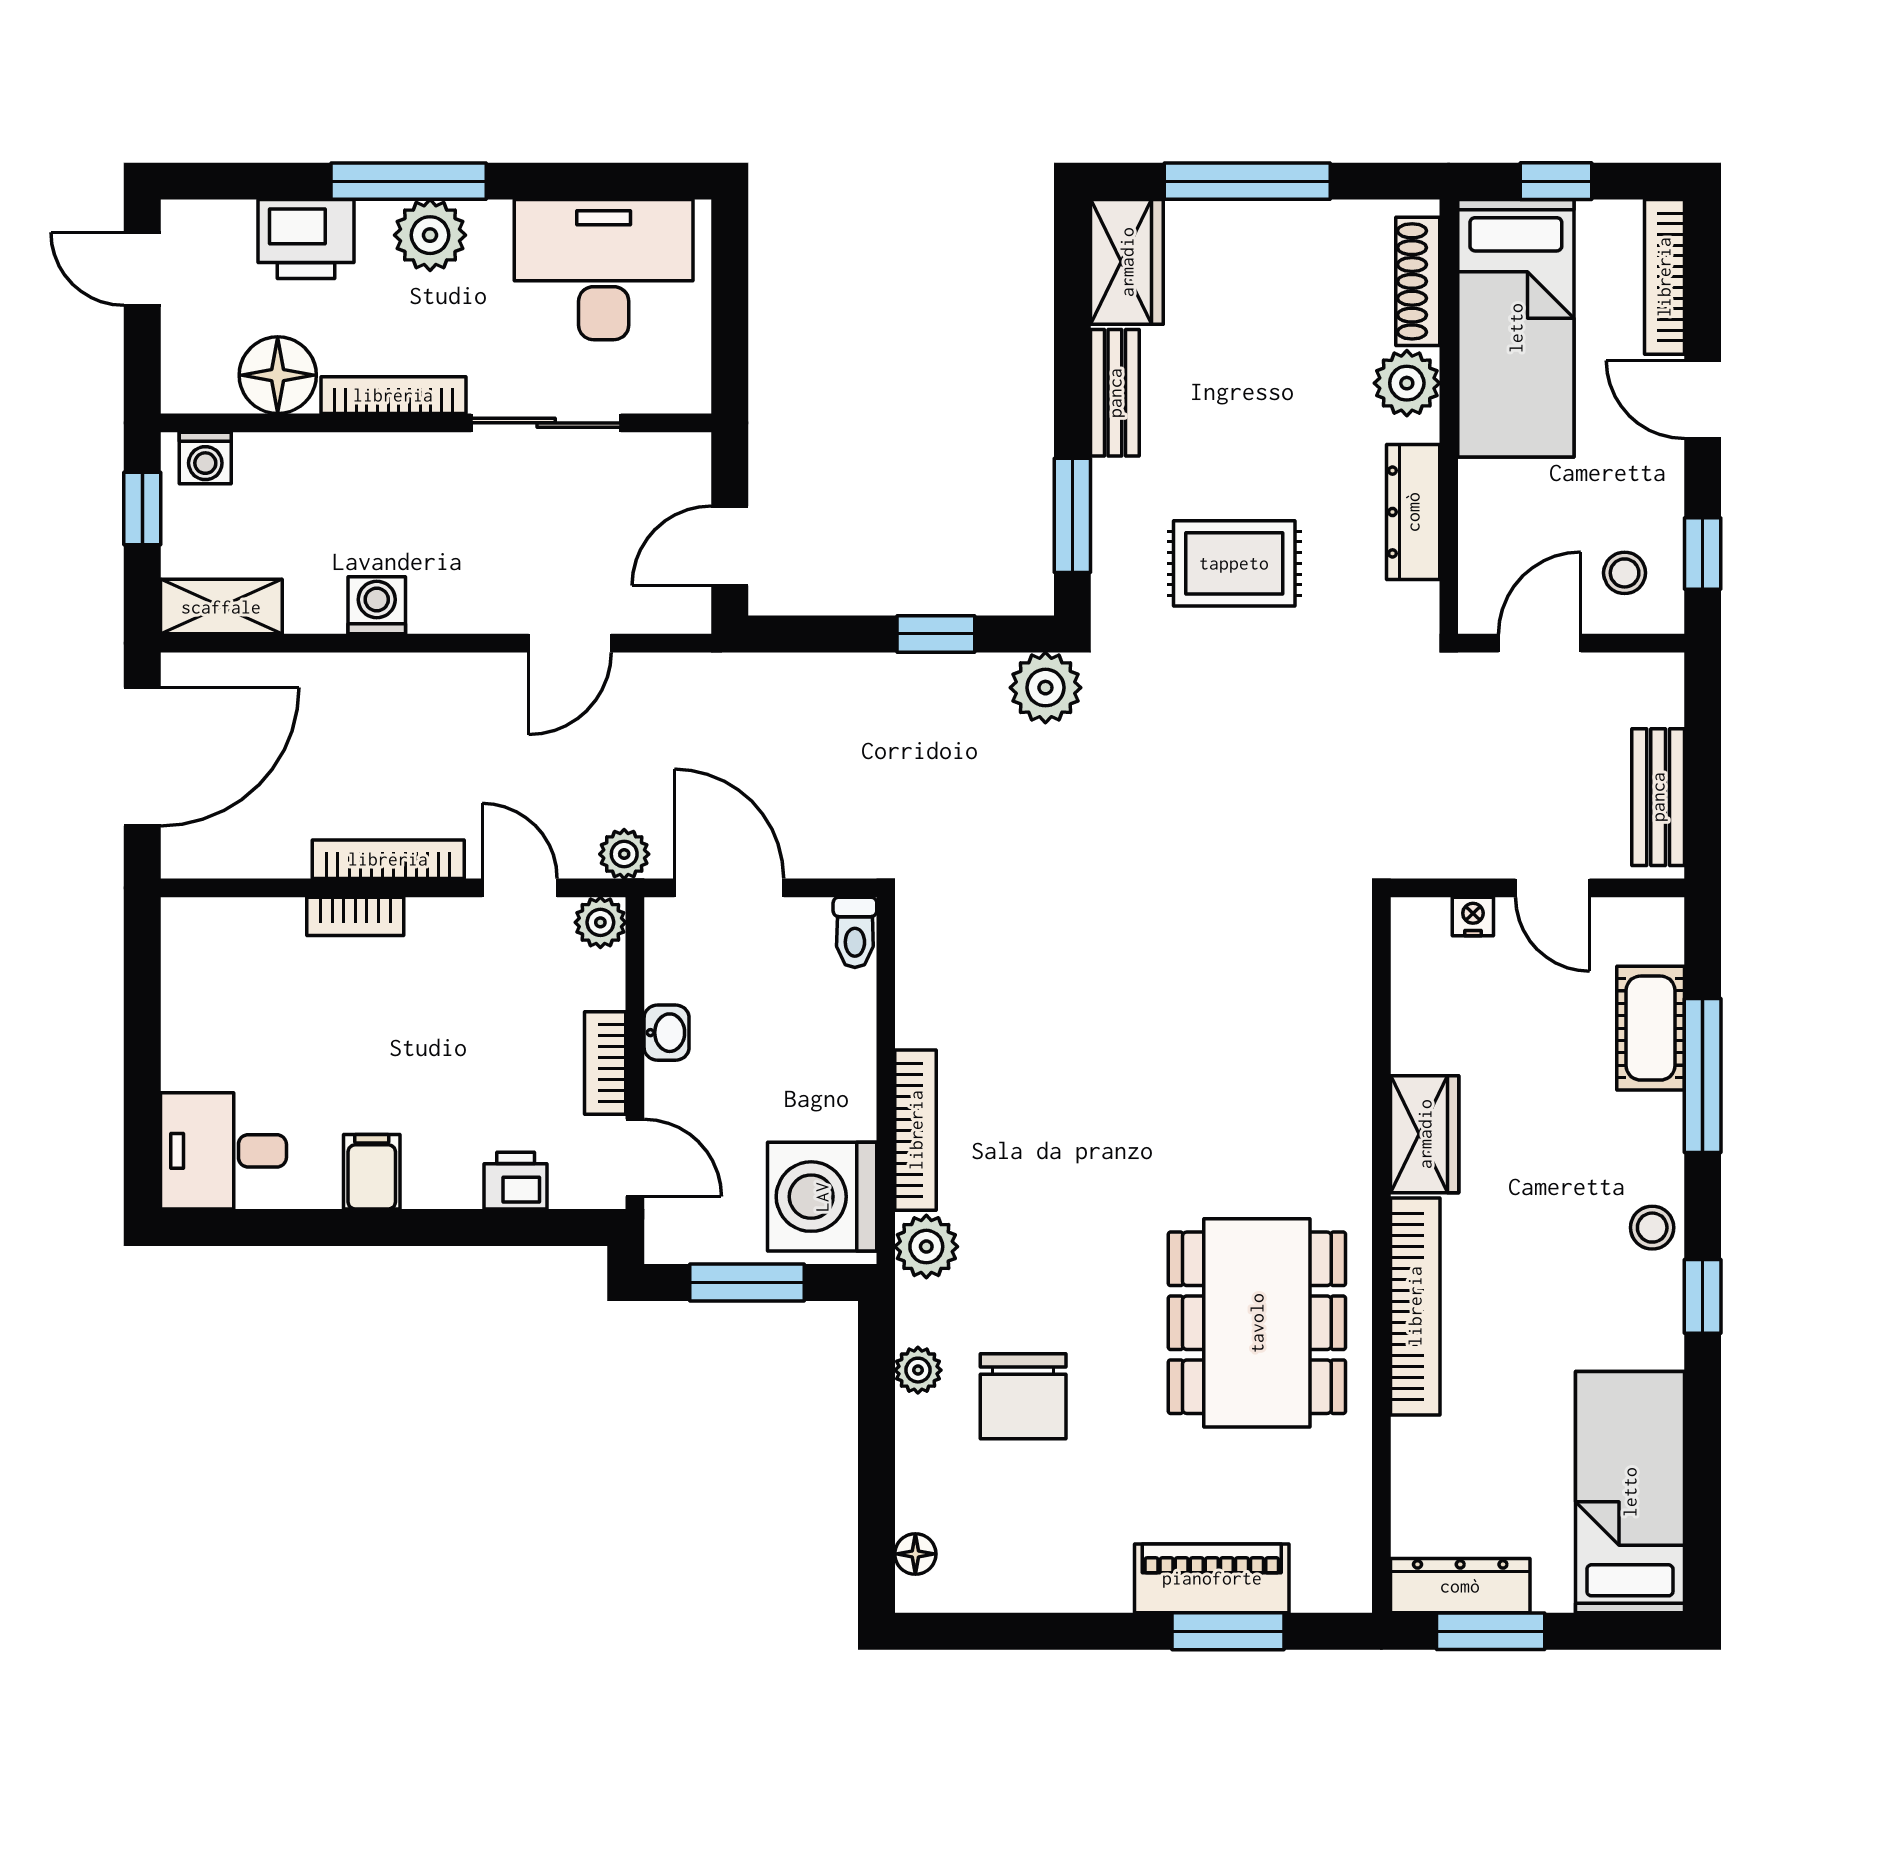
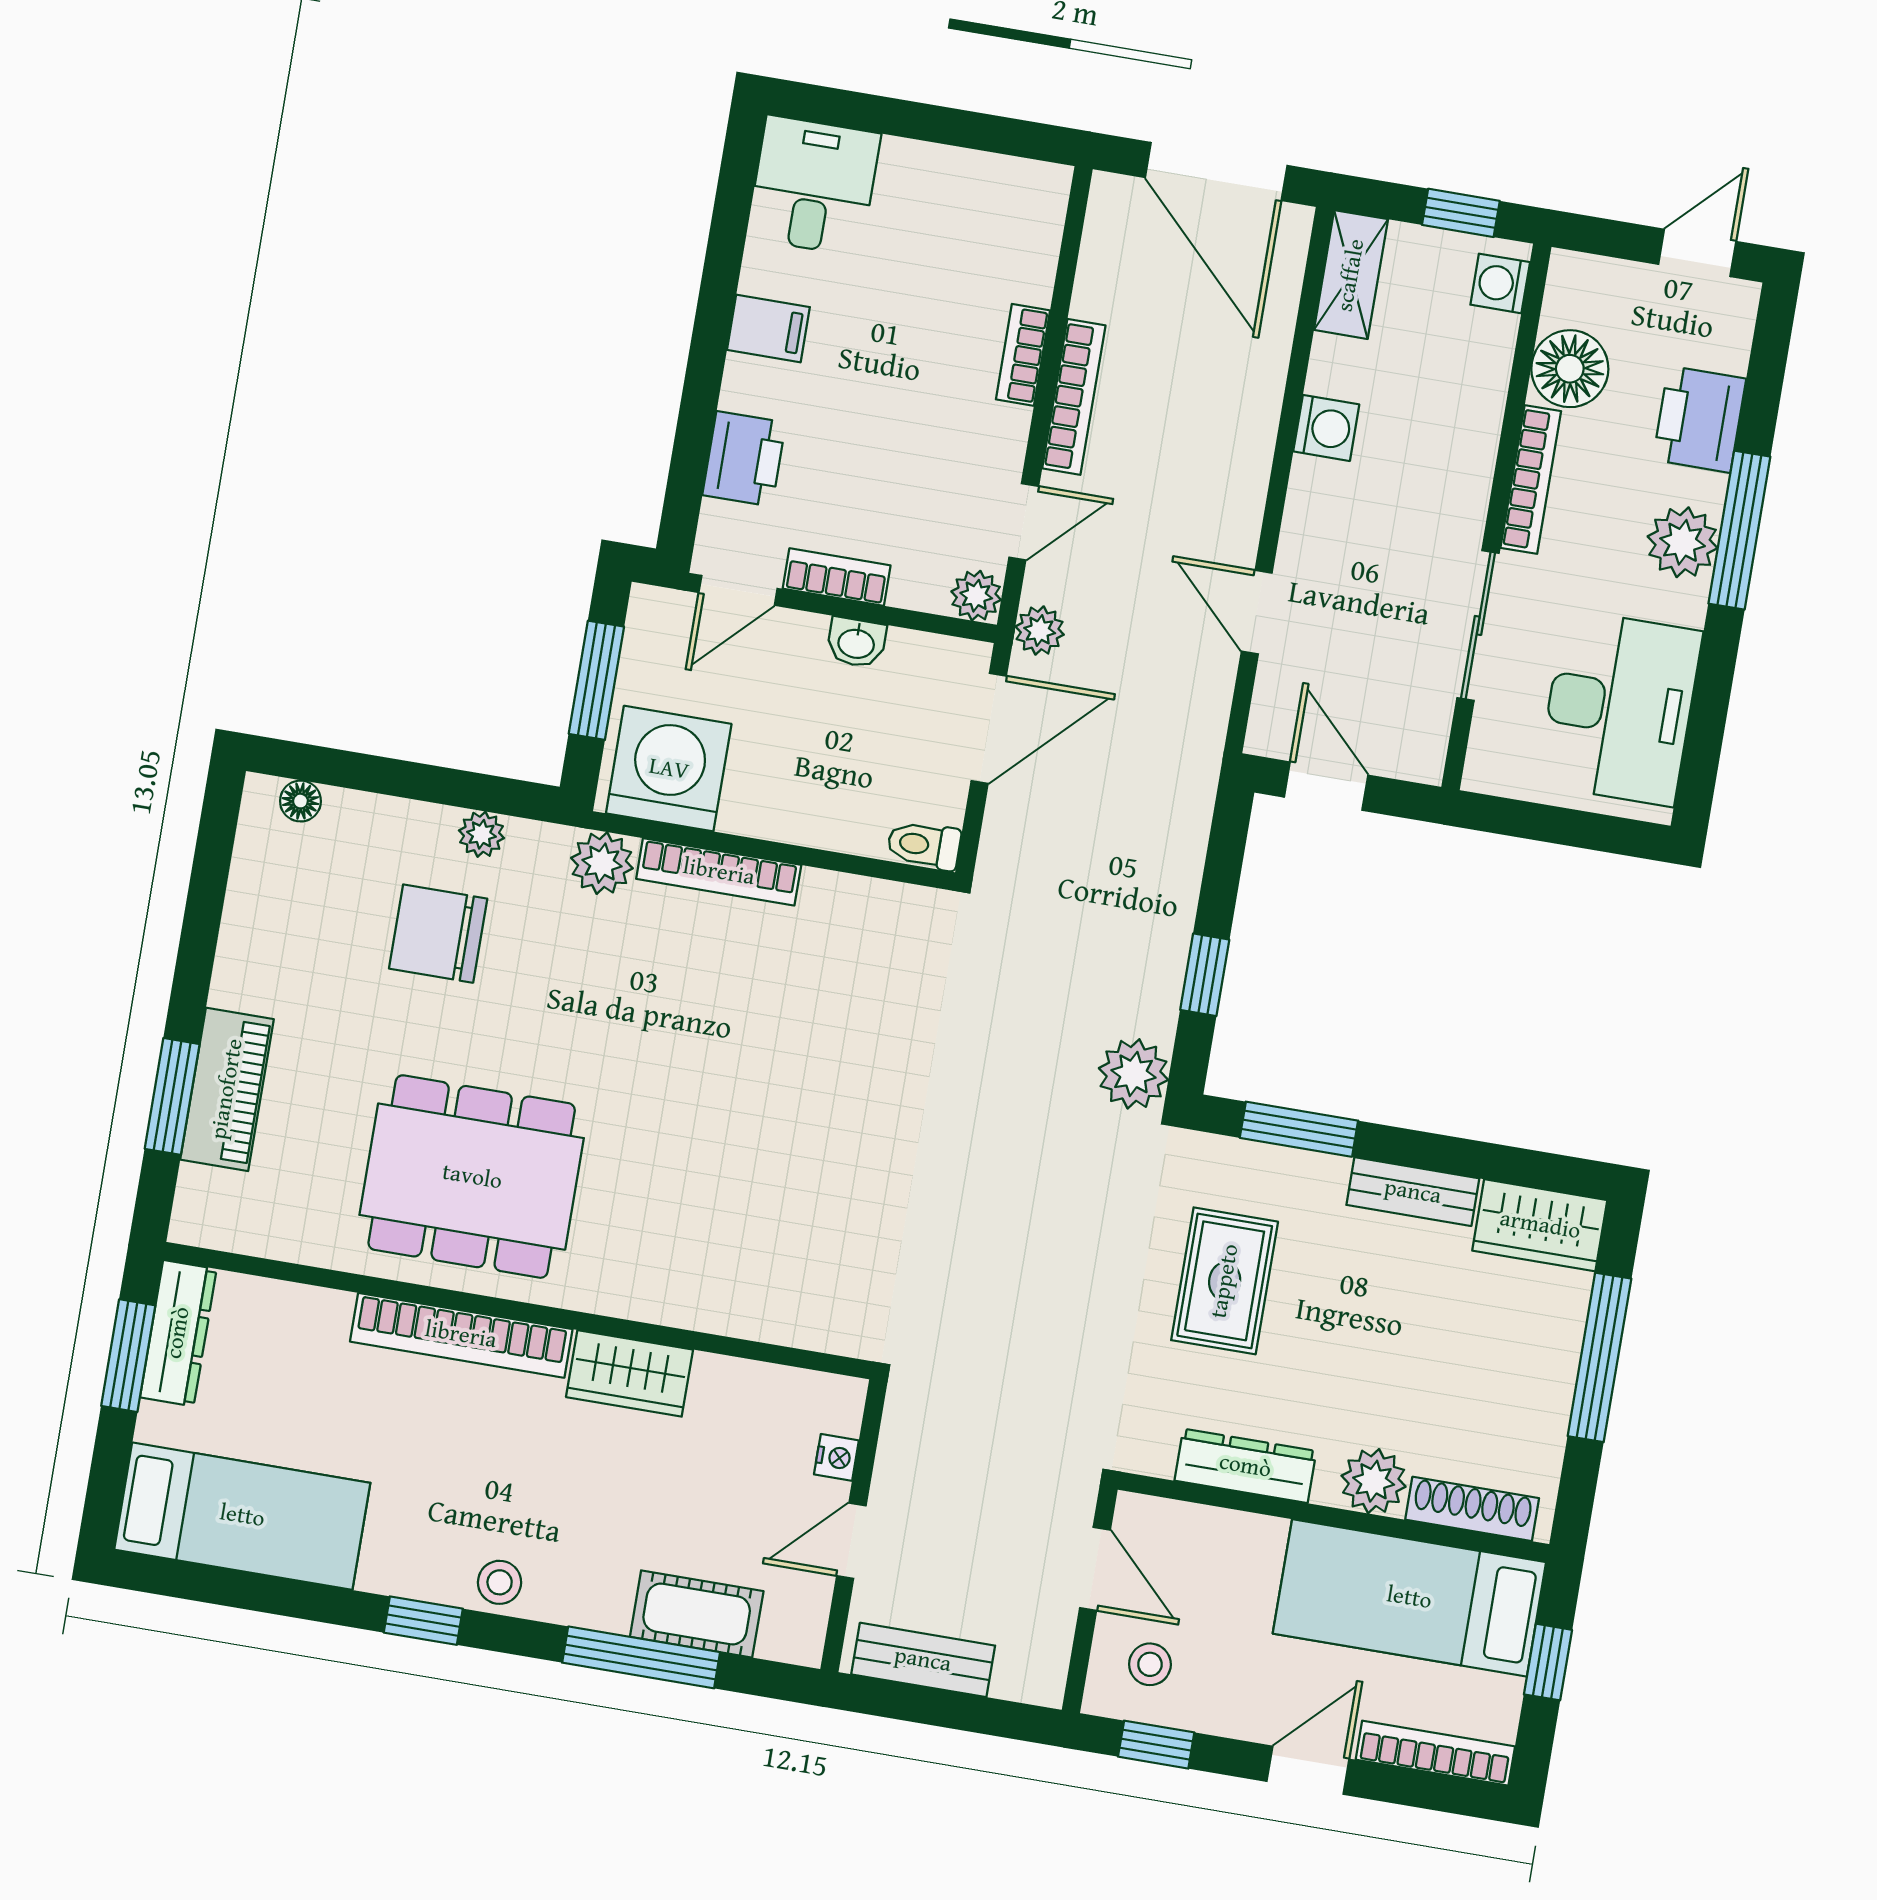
printer: (516, 1181) -> (744, 459), width x1.36, depth x1.24

